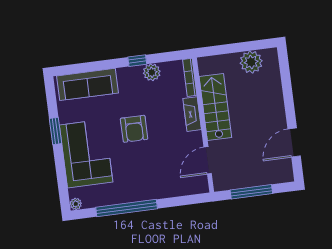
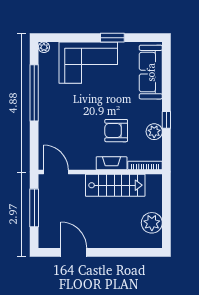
armchair: (134, 129) -> (116, 131), moved
door: (208, 160) -> (56, 172), moved

